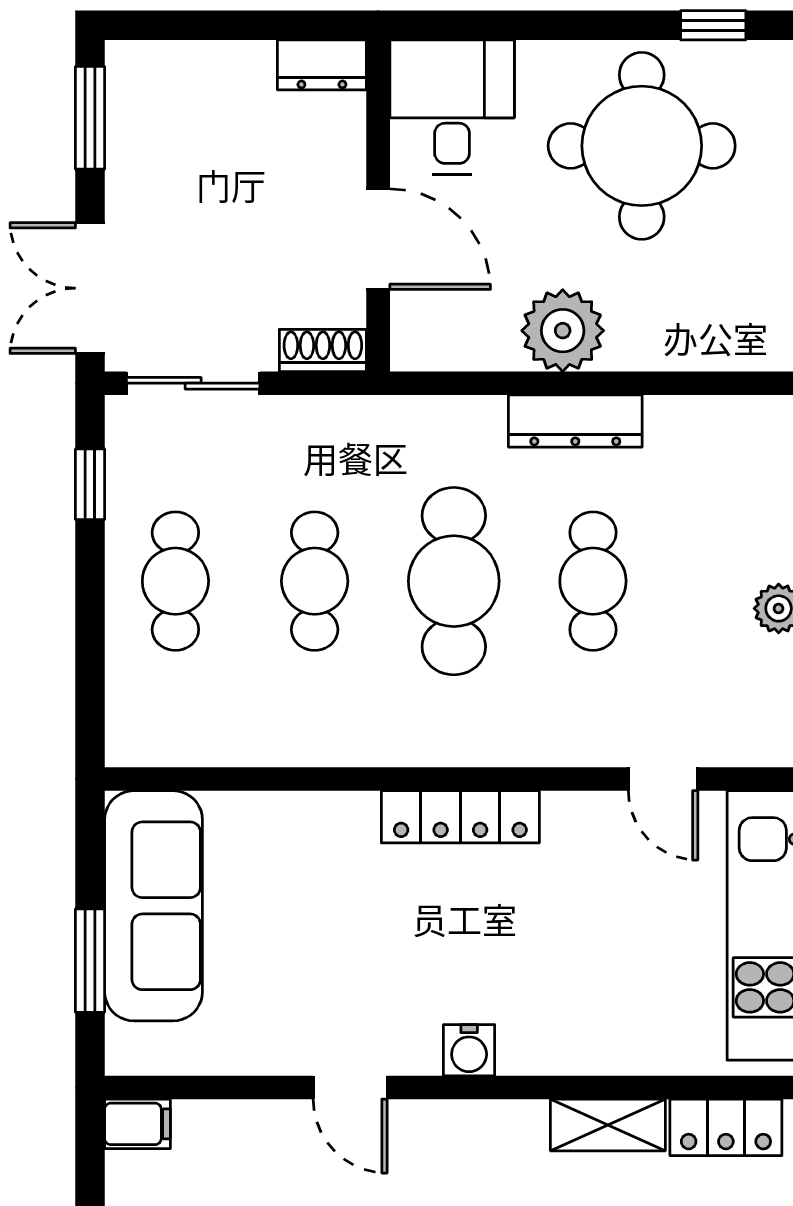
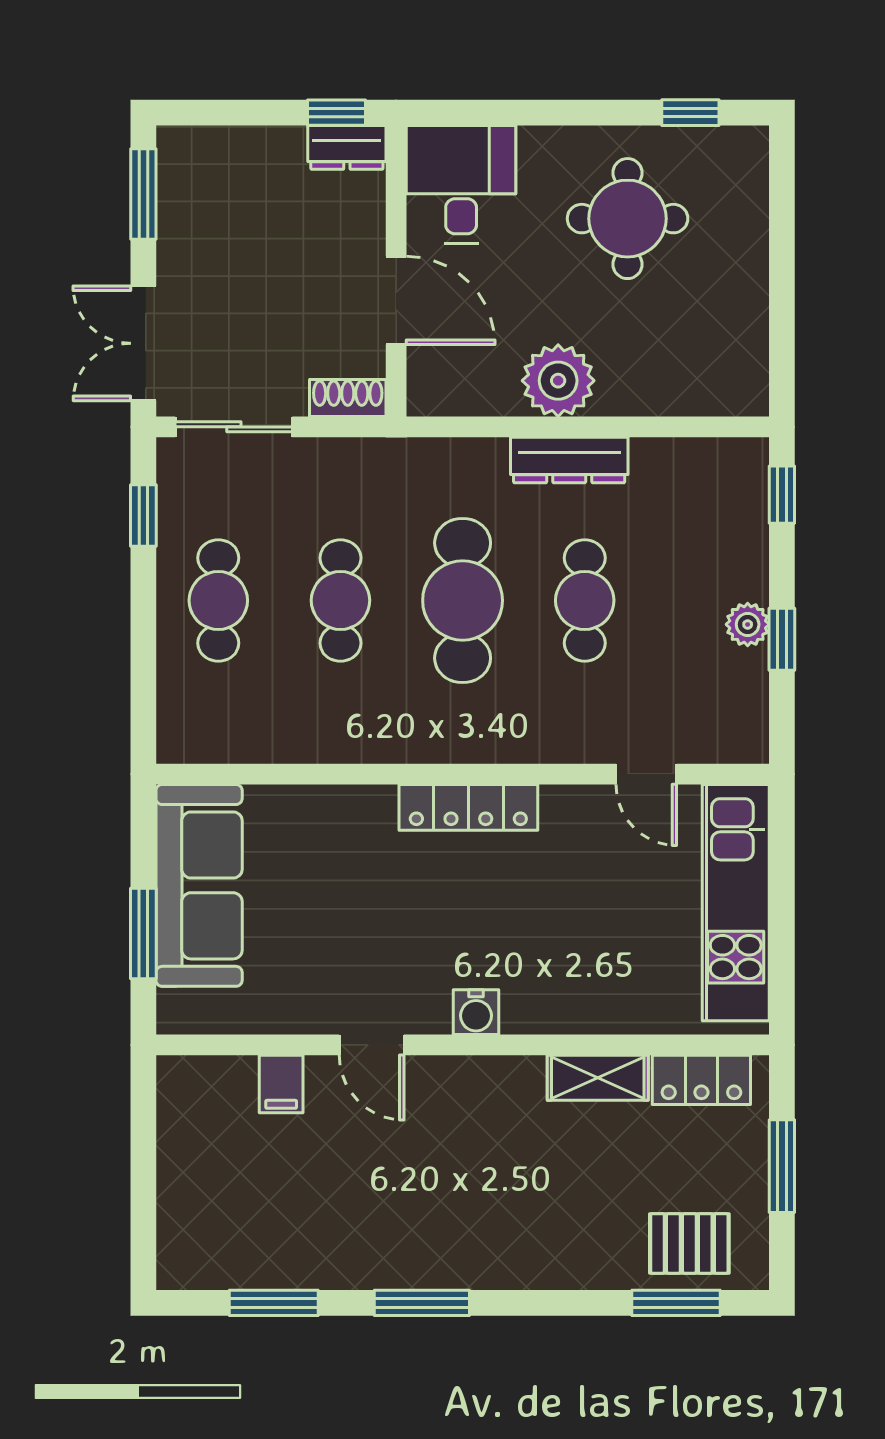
window: (310, 25) -> (336, 113), added
round table: (642, 146) -> (628, 219), width x0.73, depth x0.73
filing cabinet: (138, 1124) -> (281, 1084), moved, turned 90

